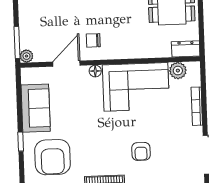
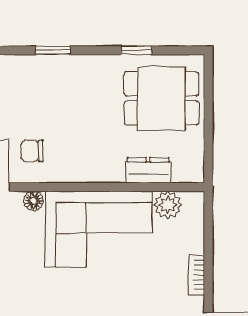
dresser: (186, 49) -> (148, 170), moved
bookcase: (197, 106) -> (196, 275), width x0.64

